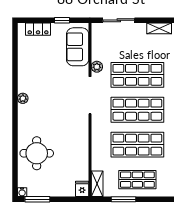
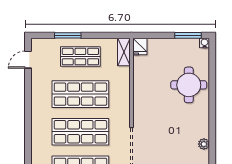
window: (124, 199) -> (68, 35), moved

